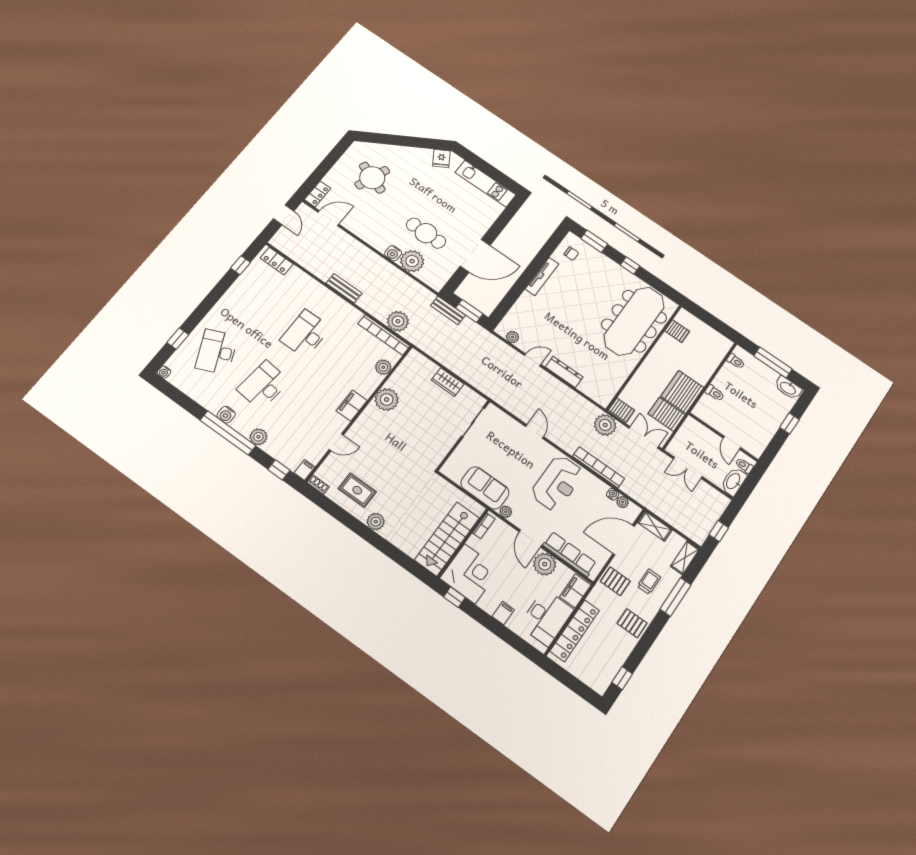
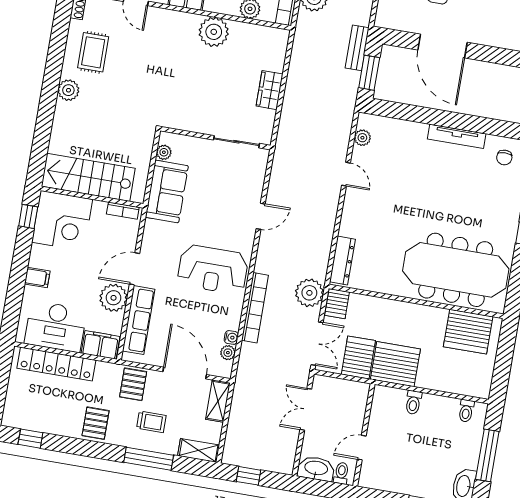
server rack: (677, 331) -> (468, 332), width x2.18, depth x1.44
dresser: (564, 372) -> (342, 261), moved
plant: (506, 512) -> (164, 152), moved

